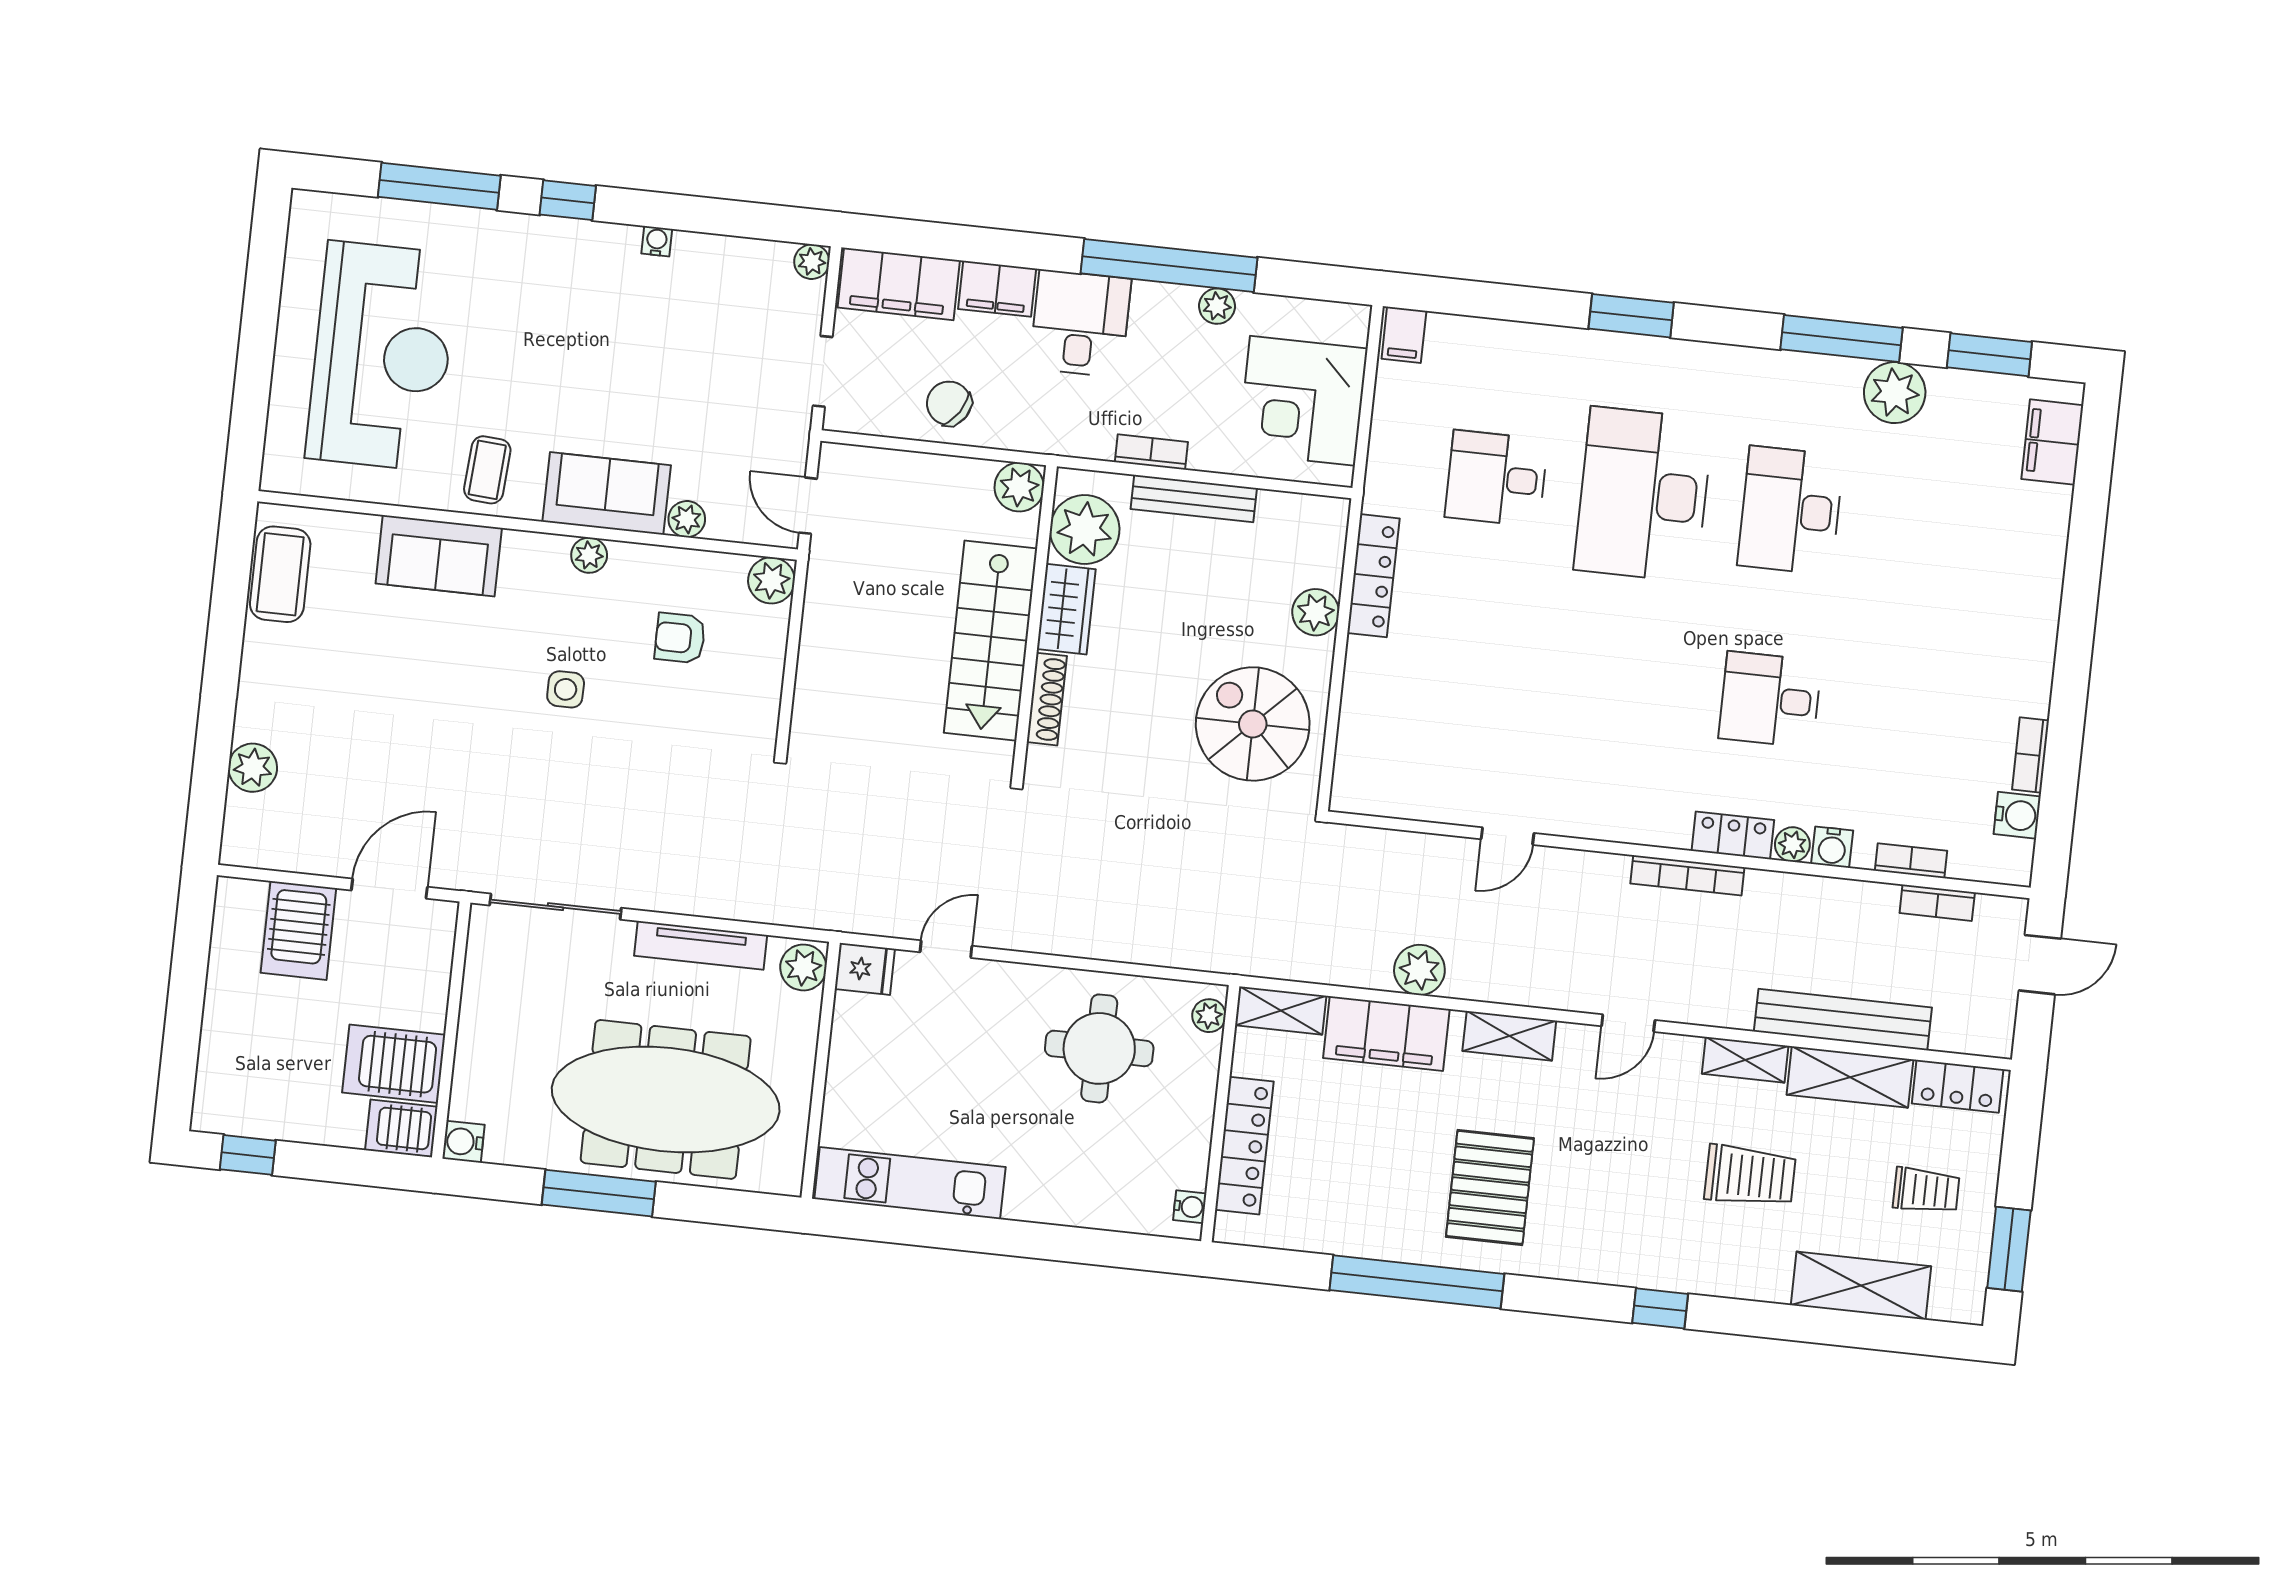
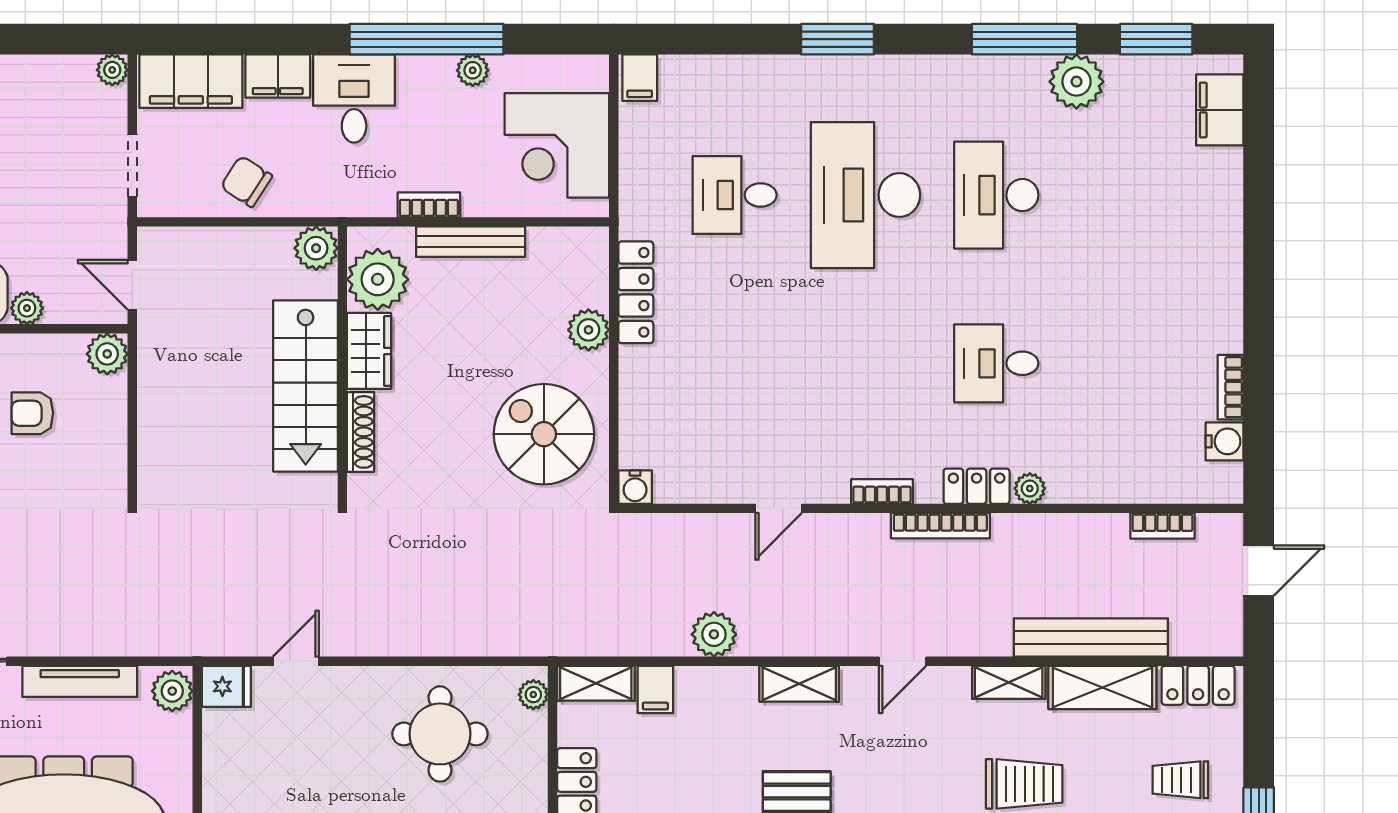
water cooler: (1832, 847) -> (635, 487), moved
bookcase: (1911, 861) -> (882, 492), moved
filing cabinet: (1386, 1034) -> (655, 689), width x0.33, depth x0.86
trolley: (1926, 1190) -> (1180, 780), turned 180

